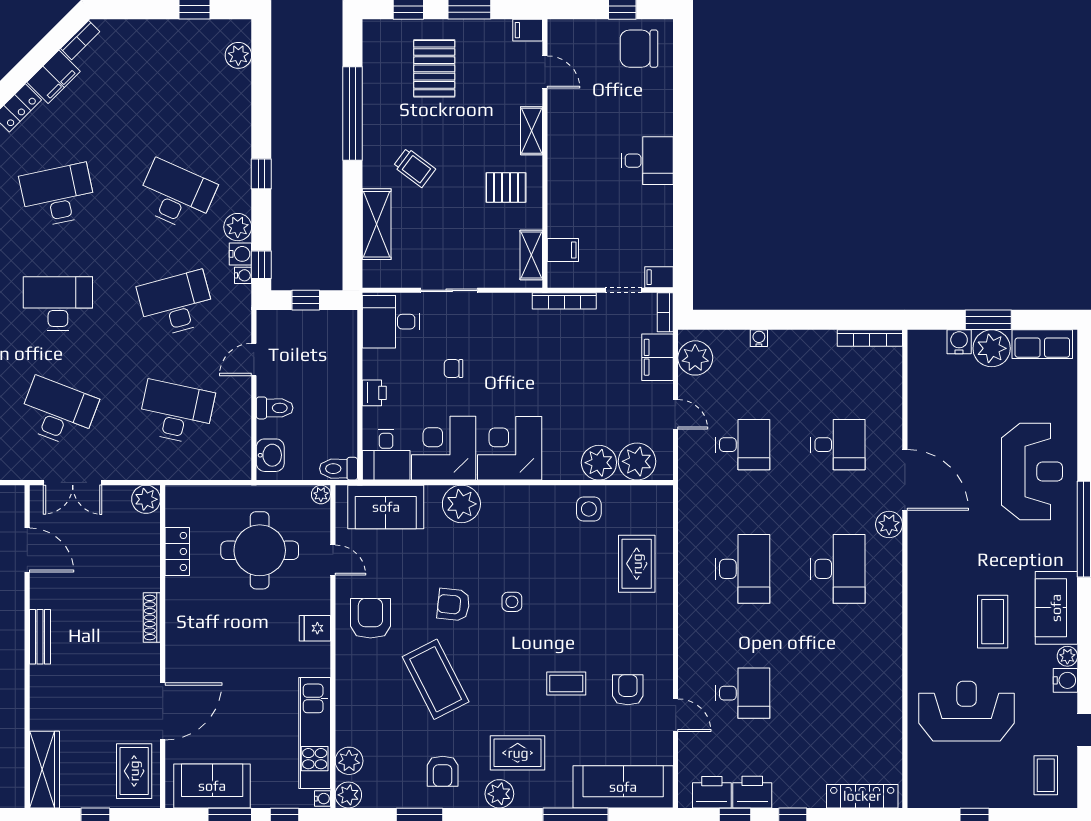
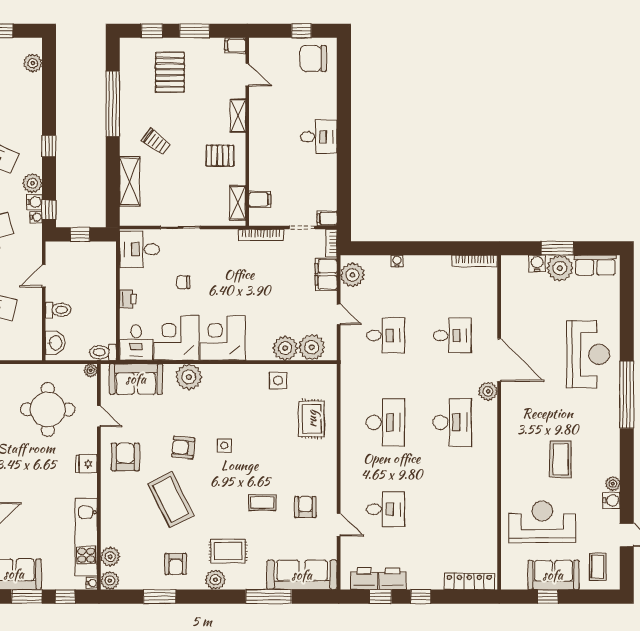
sofa: (1056, 608) -> (553, 575), moved, turned 90

